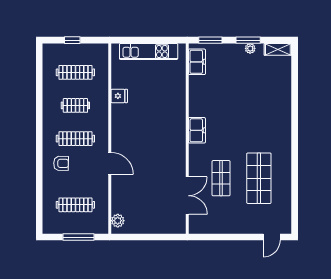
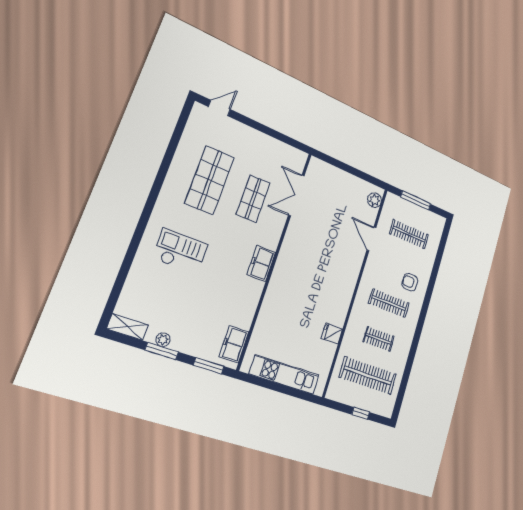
clothes rail: (75, 72) -> (368, 376), width x1.37, depth x1.31
checkout: (261, 116) -> (180, 251), added
door: (110, 163) -> (371, 239), moved

